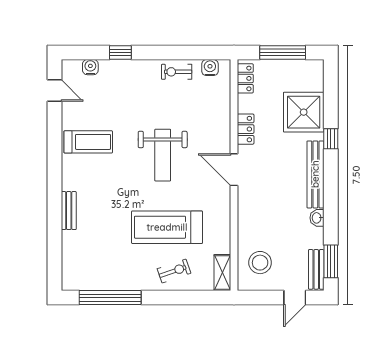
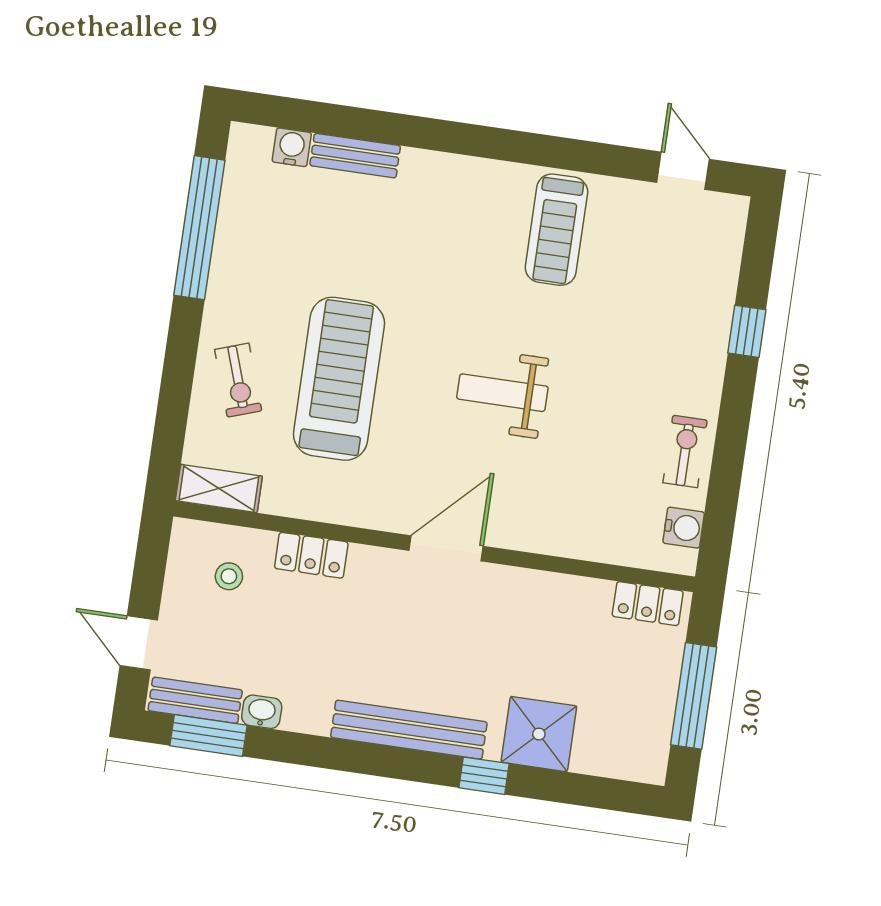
water cooler: (90, 67) -> (292, 147), moved, turned -90
door: (55, 91) -> (683, 171), swing flipped
shower: (304, 112) -> (539, 734), width x0.73, depth x0.73
locker: (246, 129) -> (311, 555), moved
weight bench: (163, 155) -> (502, 393), width x0.73, depth x0.75
bench: (69, 211) -> (355, 156), moved
washbasin: (317, 218) -> (262, 712), moved
stool: (260, 263) -> (229, 576), width x0.53, depth x0.53

